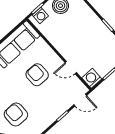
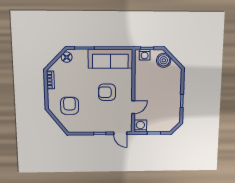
door: (71, 68) -> (133, 107), swing flipped
armchair: (37, 75) -> (107, 92), turned -90

